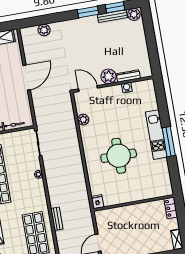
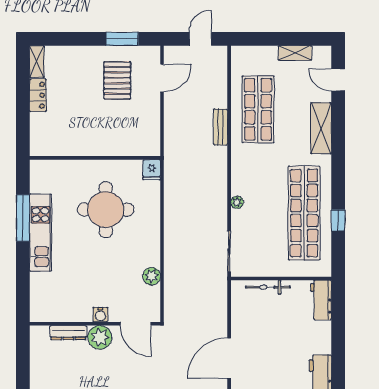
water cooler: (127, 88) -> (100, 315), moved
fridge: (97, 202) -> (152, 170), moved
wall: (134, 203) -> (95, 158), moved
locker: (171, 208) -> (38, 95), moved
pallet: (125, 236) -> (117, 80), added

